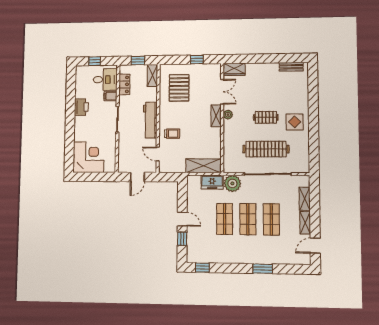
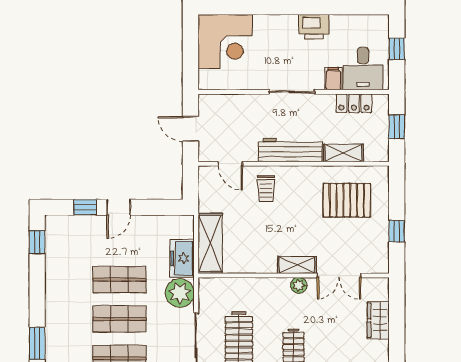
wardrobe: (234, 69) -> (378, 320), moved
shelving: (152, 76) -> (343, 153), moved
door: (158, 154) -> (230, 164), swing flipped

